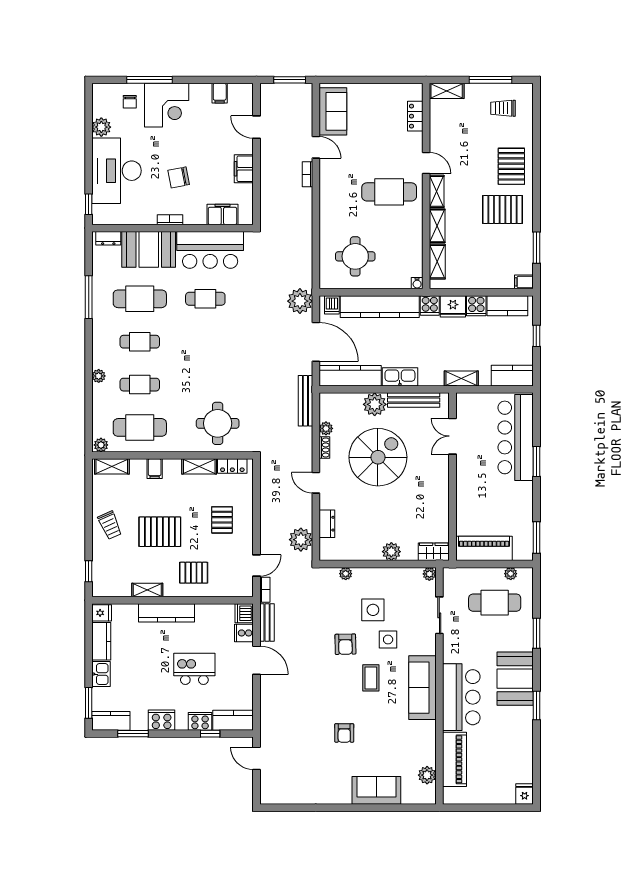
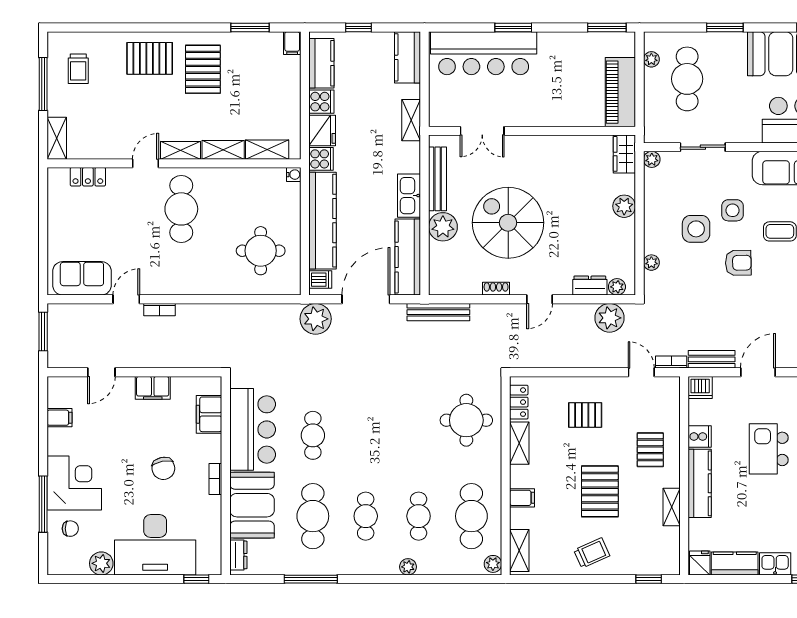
plant: (326, 428) -> (617, 287), moved
cooker: (244, 633) -> (700, 437), moved, turned -90

